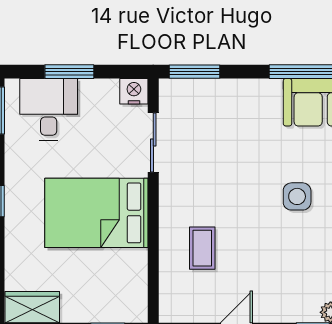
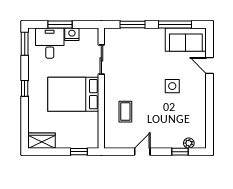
window: (194, 72) -> (132, 24), moved
nightstand: (134, 91) -> (72, 34), moved

